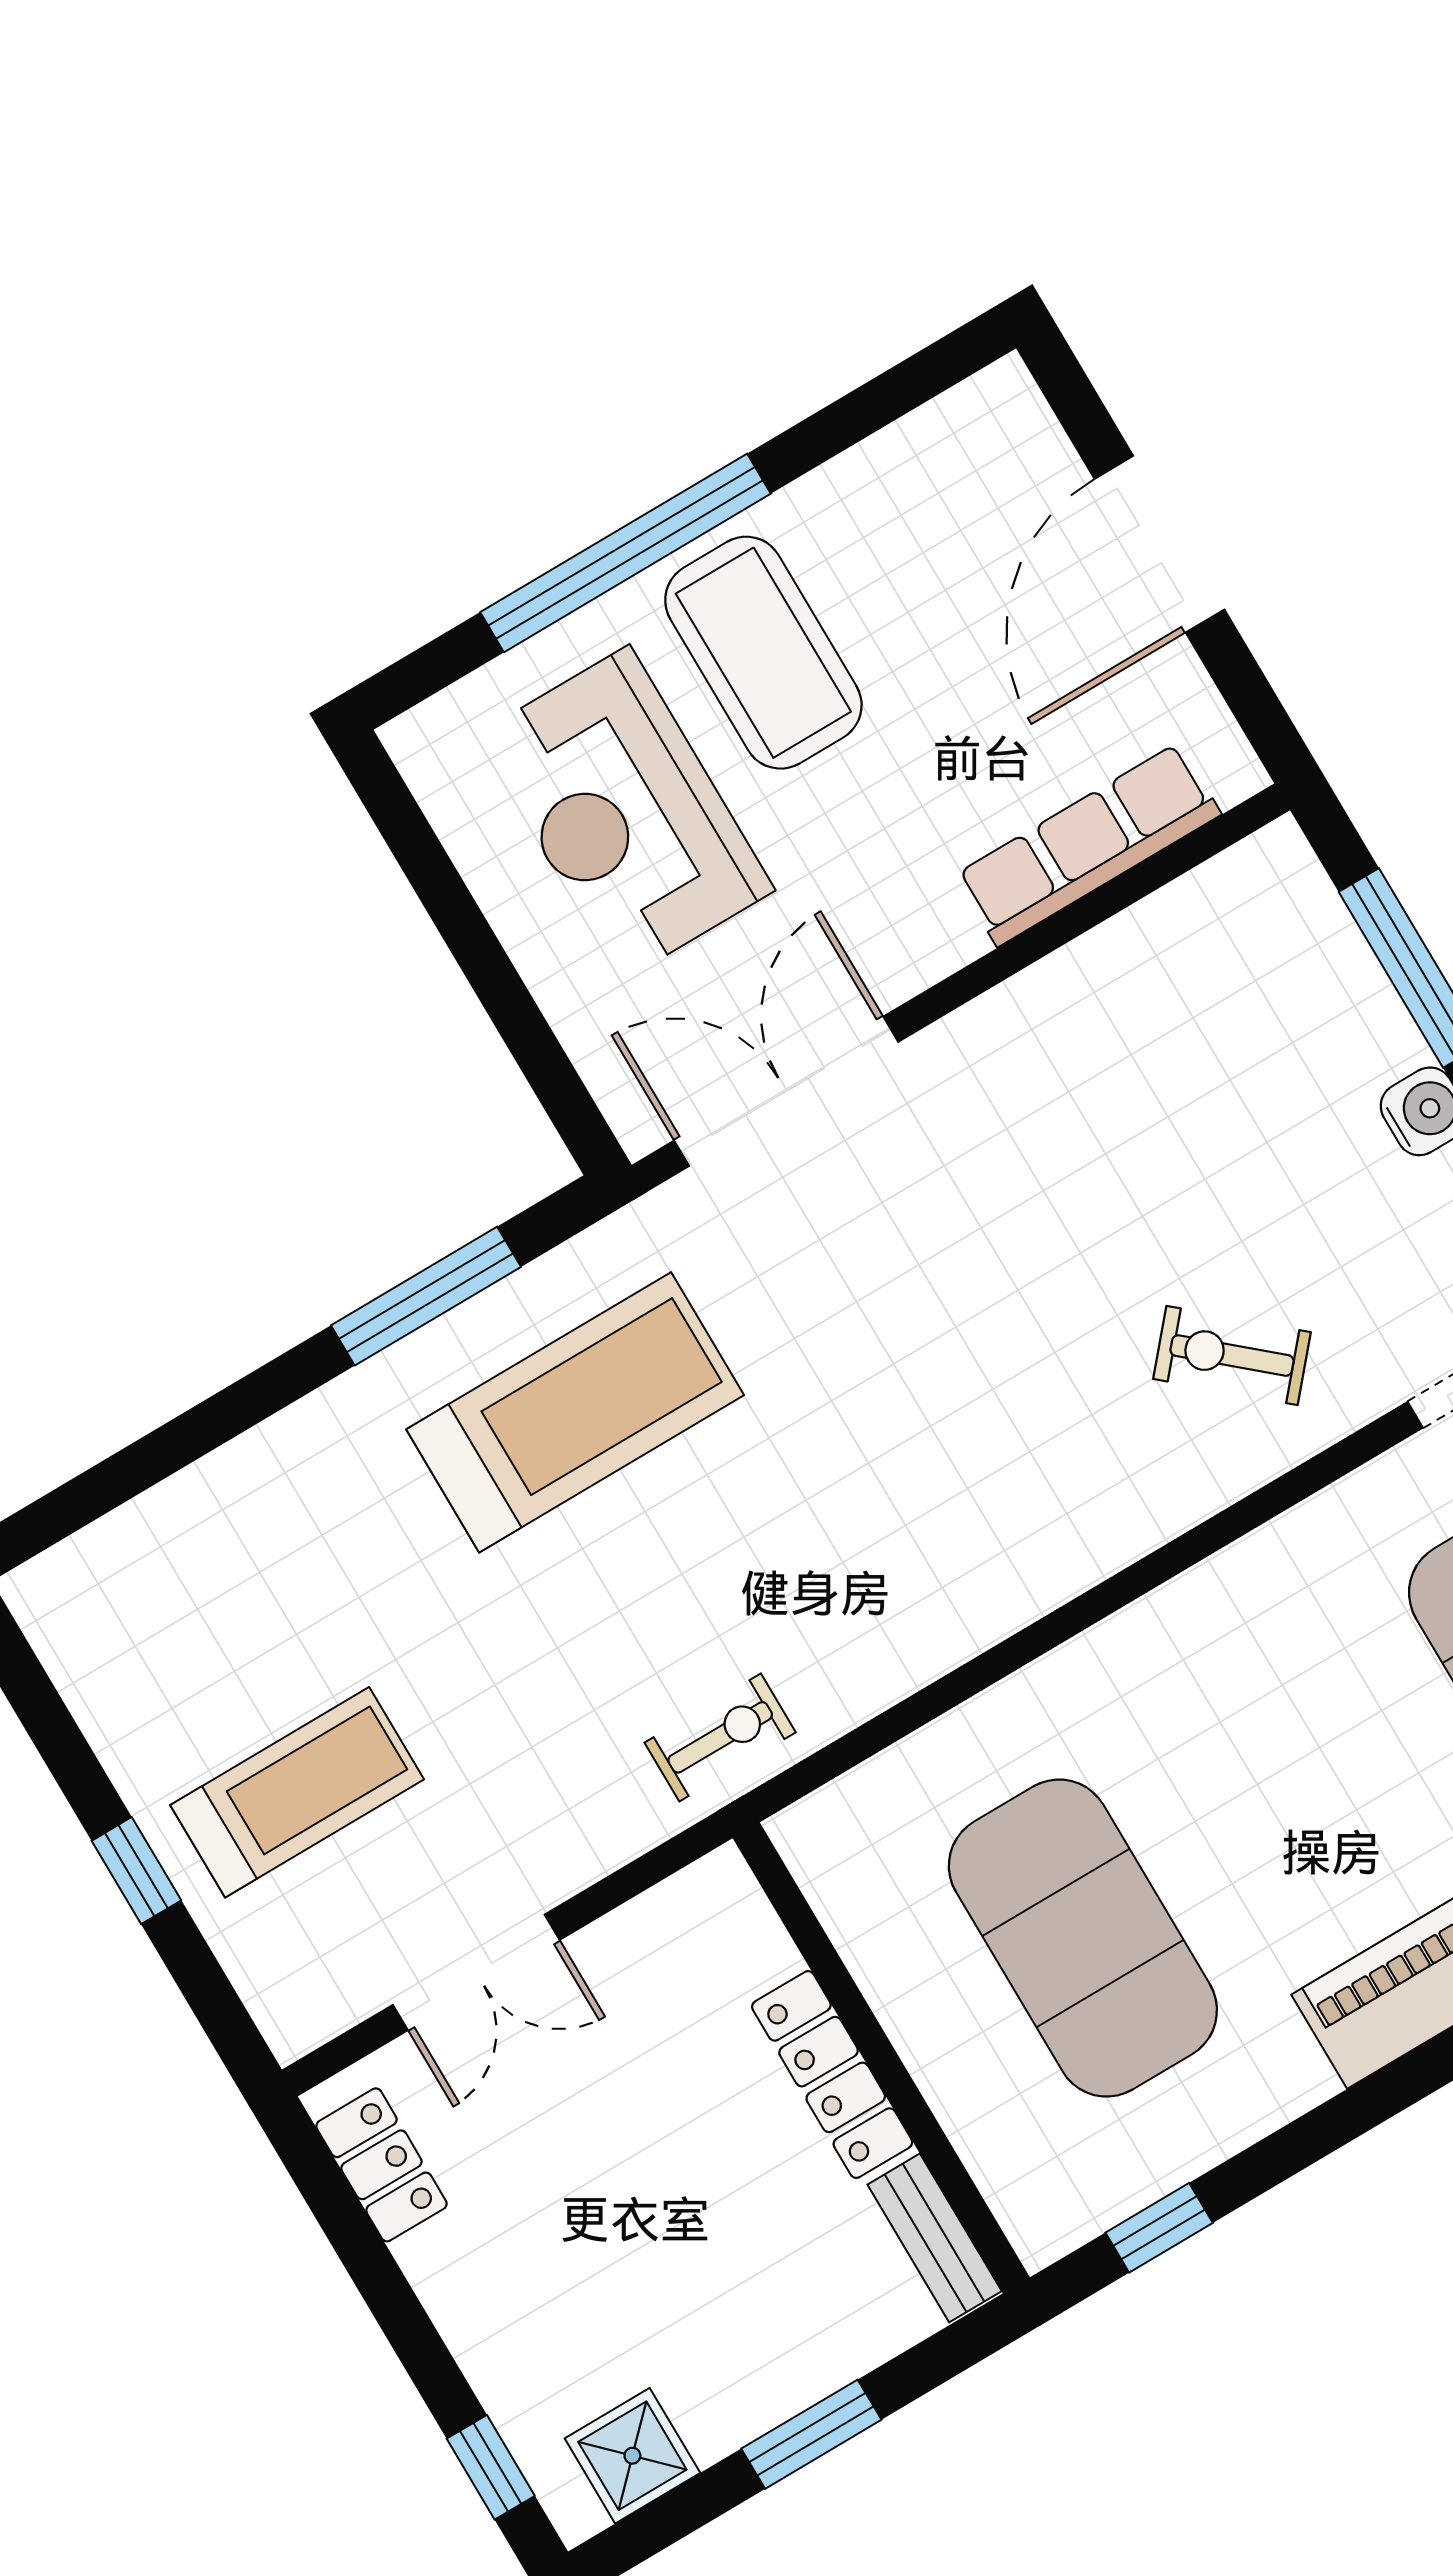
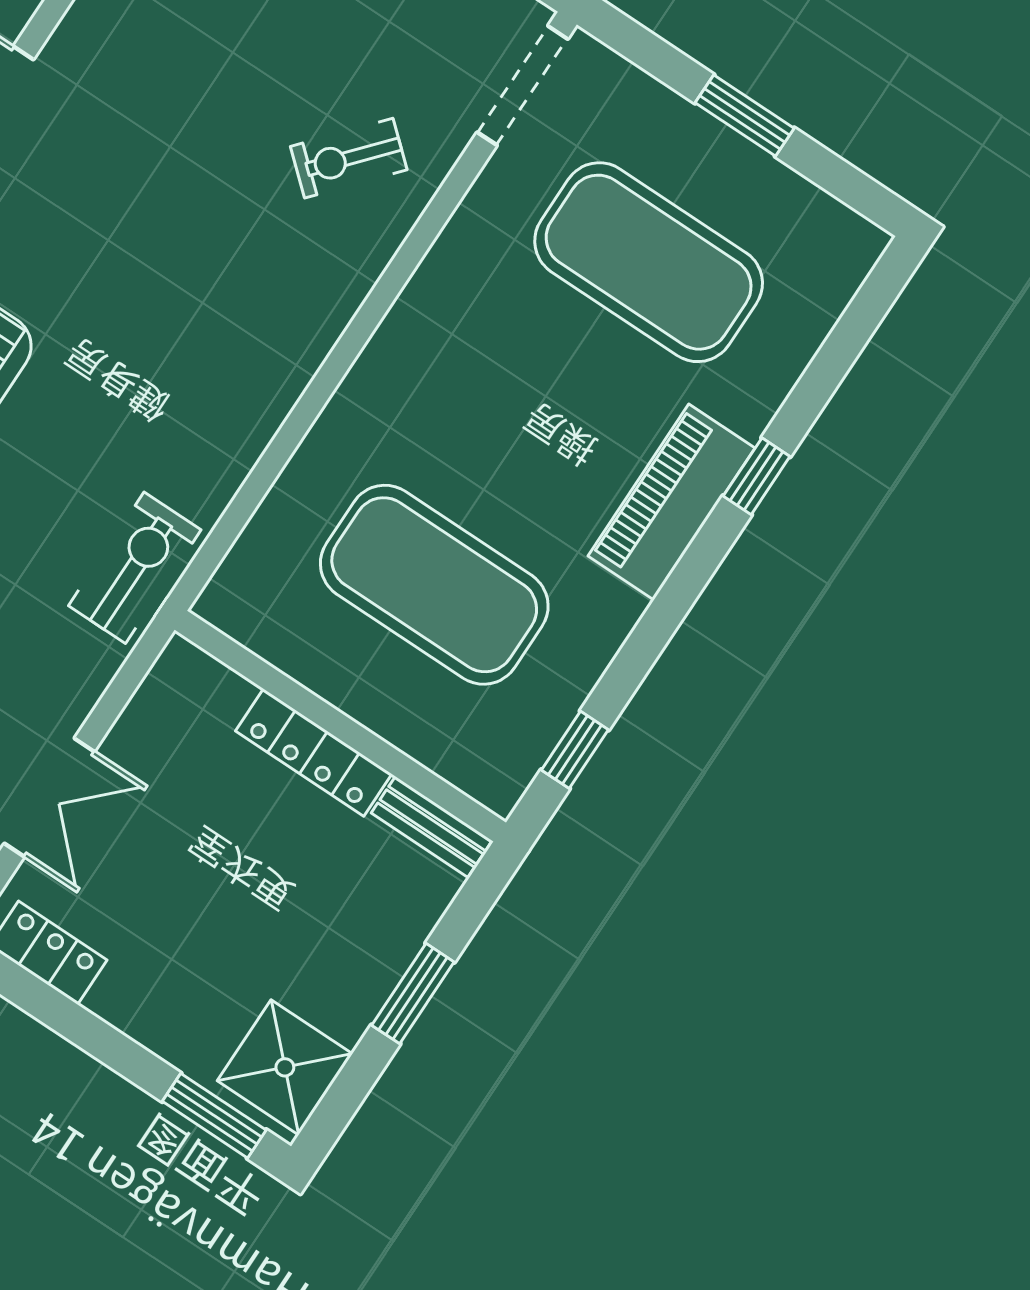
exercise bike: (720, 1737) -> (135, 568), width x1.38, depth x1.39
shower: (632, 2456) -> (285, 1067), width x1.36, depth x1.36
window: (491, 2467) -> (214, 1116), width x1.50

